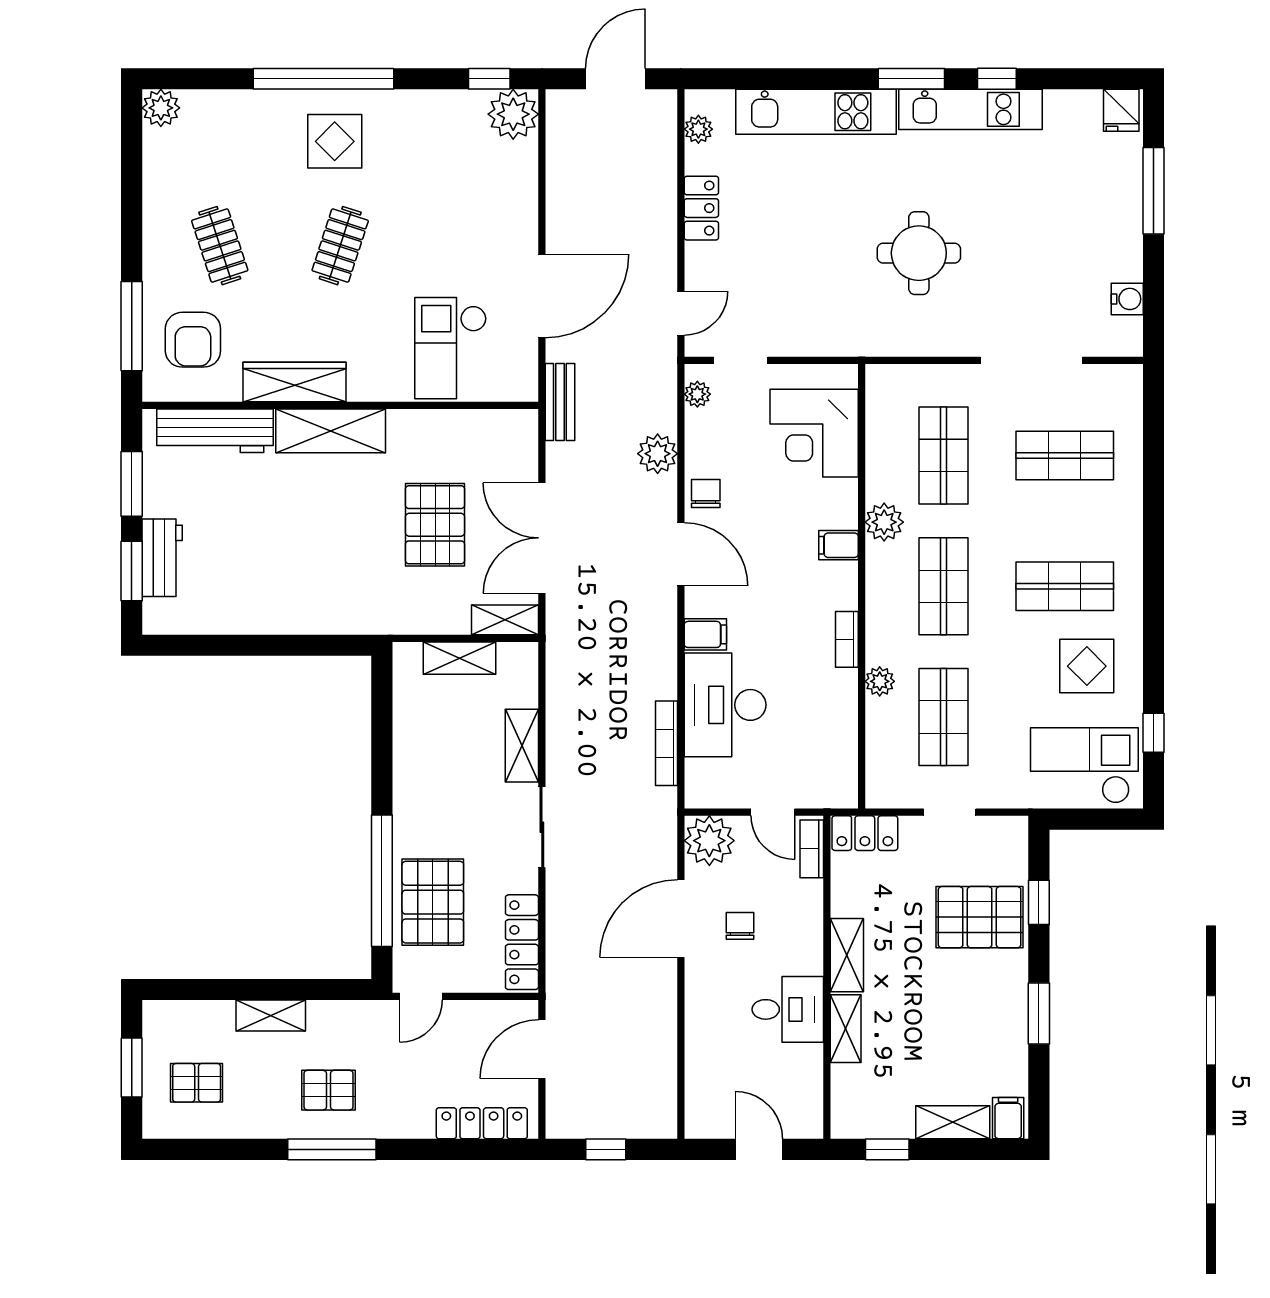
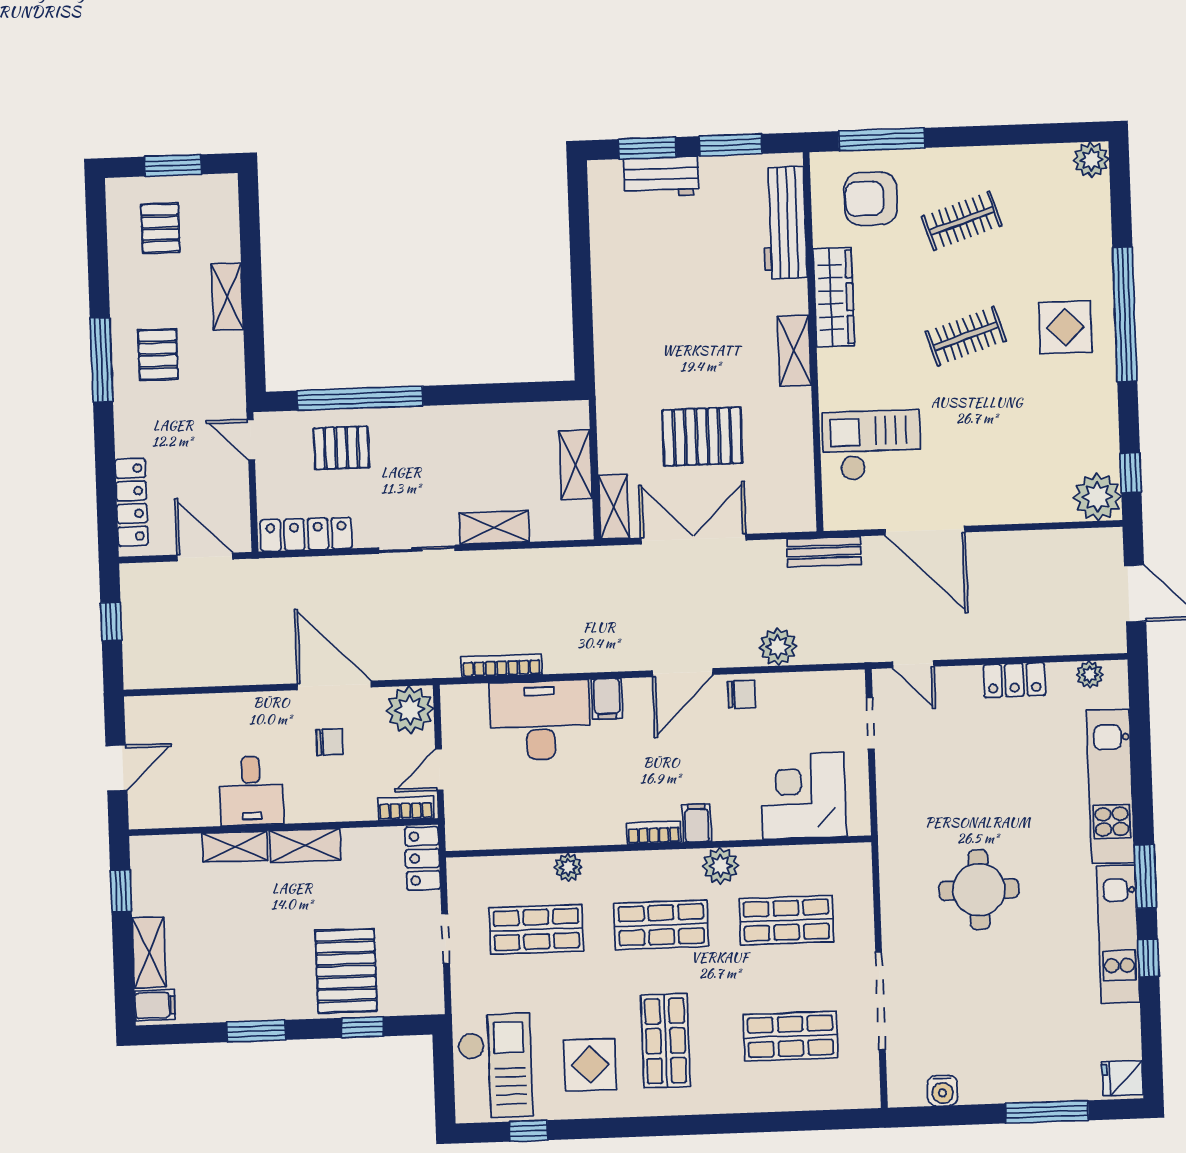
clothes rail: (340, 246) -> (966, 336), turned -36
plant: (697, 394) -> (836, 683), removed
shelving: (331, 431) -> (794, 351), width x0.67, depth x0.75
shop shelf: (1065, 456) -> (791, 1036), turned 90
bookcase: (847, 639) -> (654, 833), moved
pallet: (433, 902) -> (341, 448), width x0.67, depth x0.71

